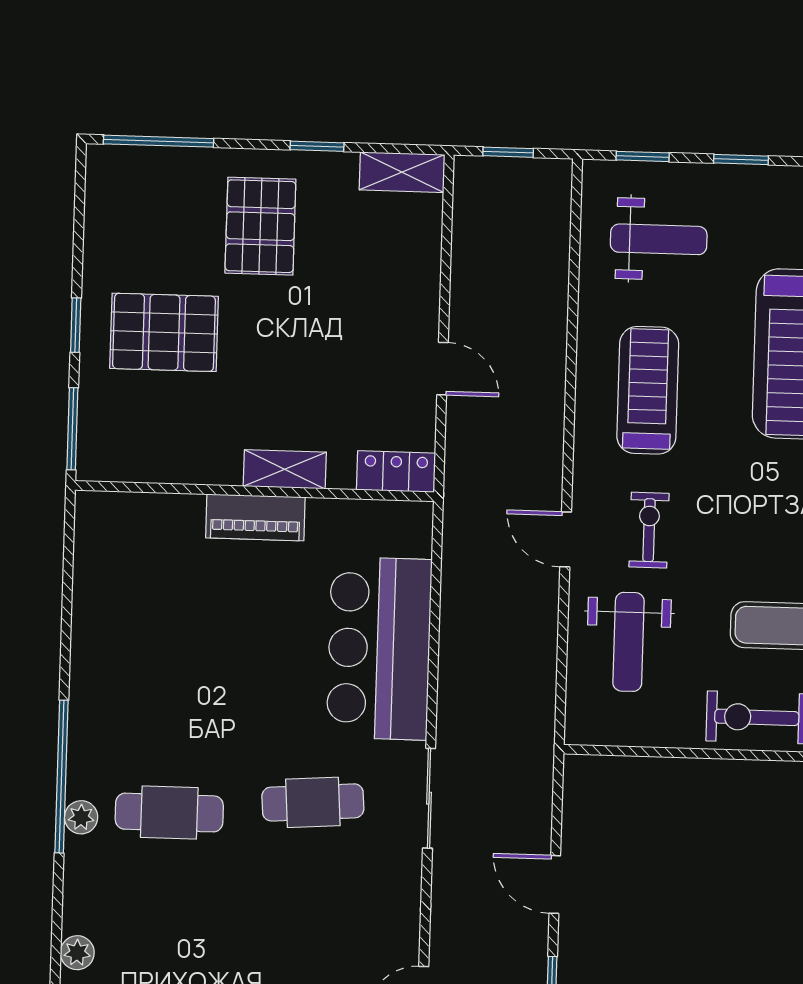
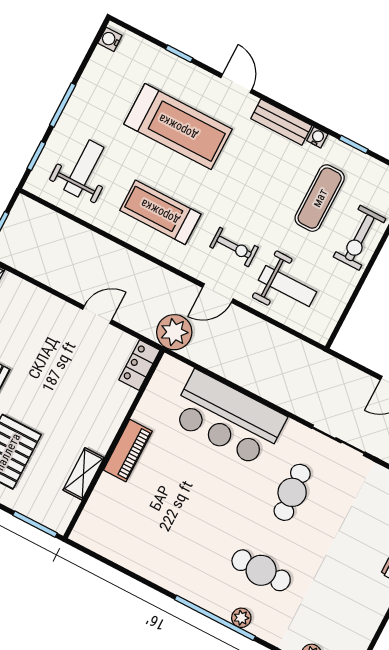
window: (741, 160) -> (63, 105), width x1.50
shelving: (285, 469) -> (83, 474), moved
plant: (473, 501) -> (174, 332), added
exercise bike: (649, 530) -> (234, 247), turned 180
sliding door: (429, 798) -> (338, 440), moved
cafe table: (169, 813) -> (261, 570), turned 90

